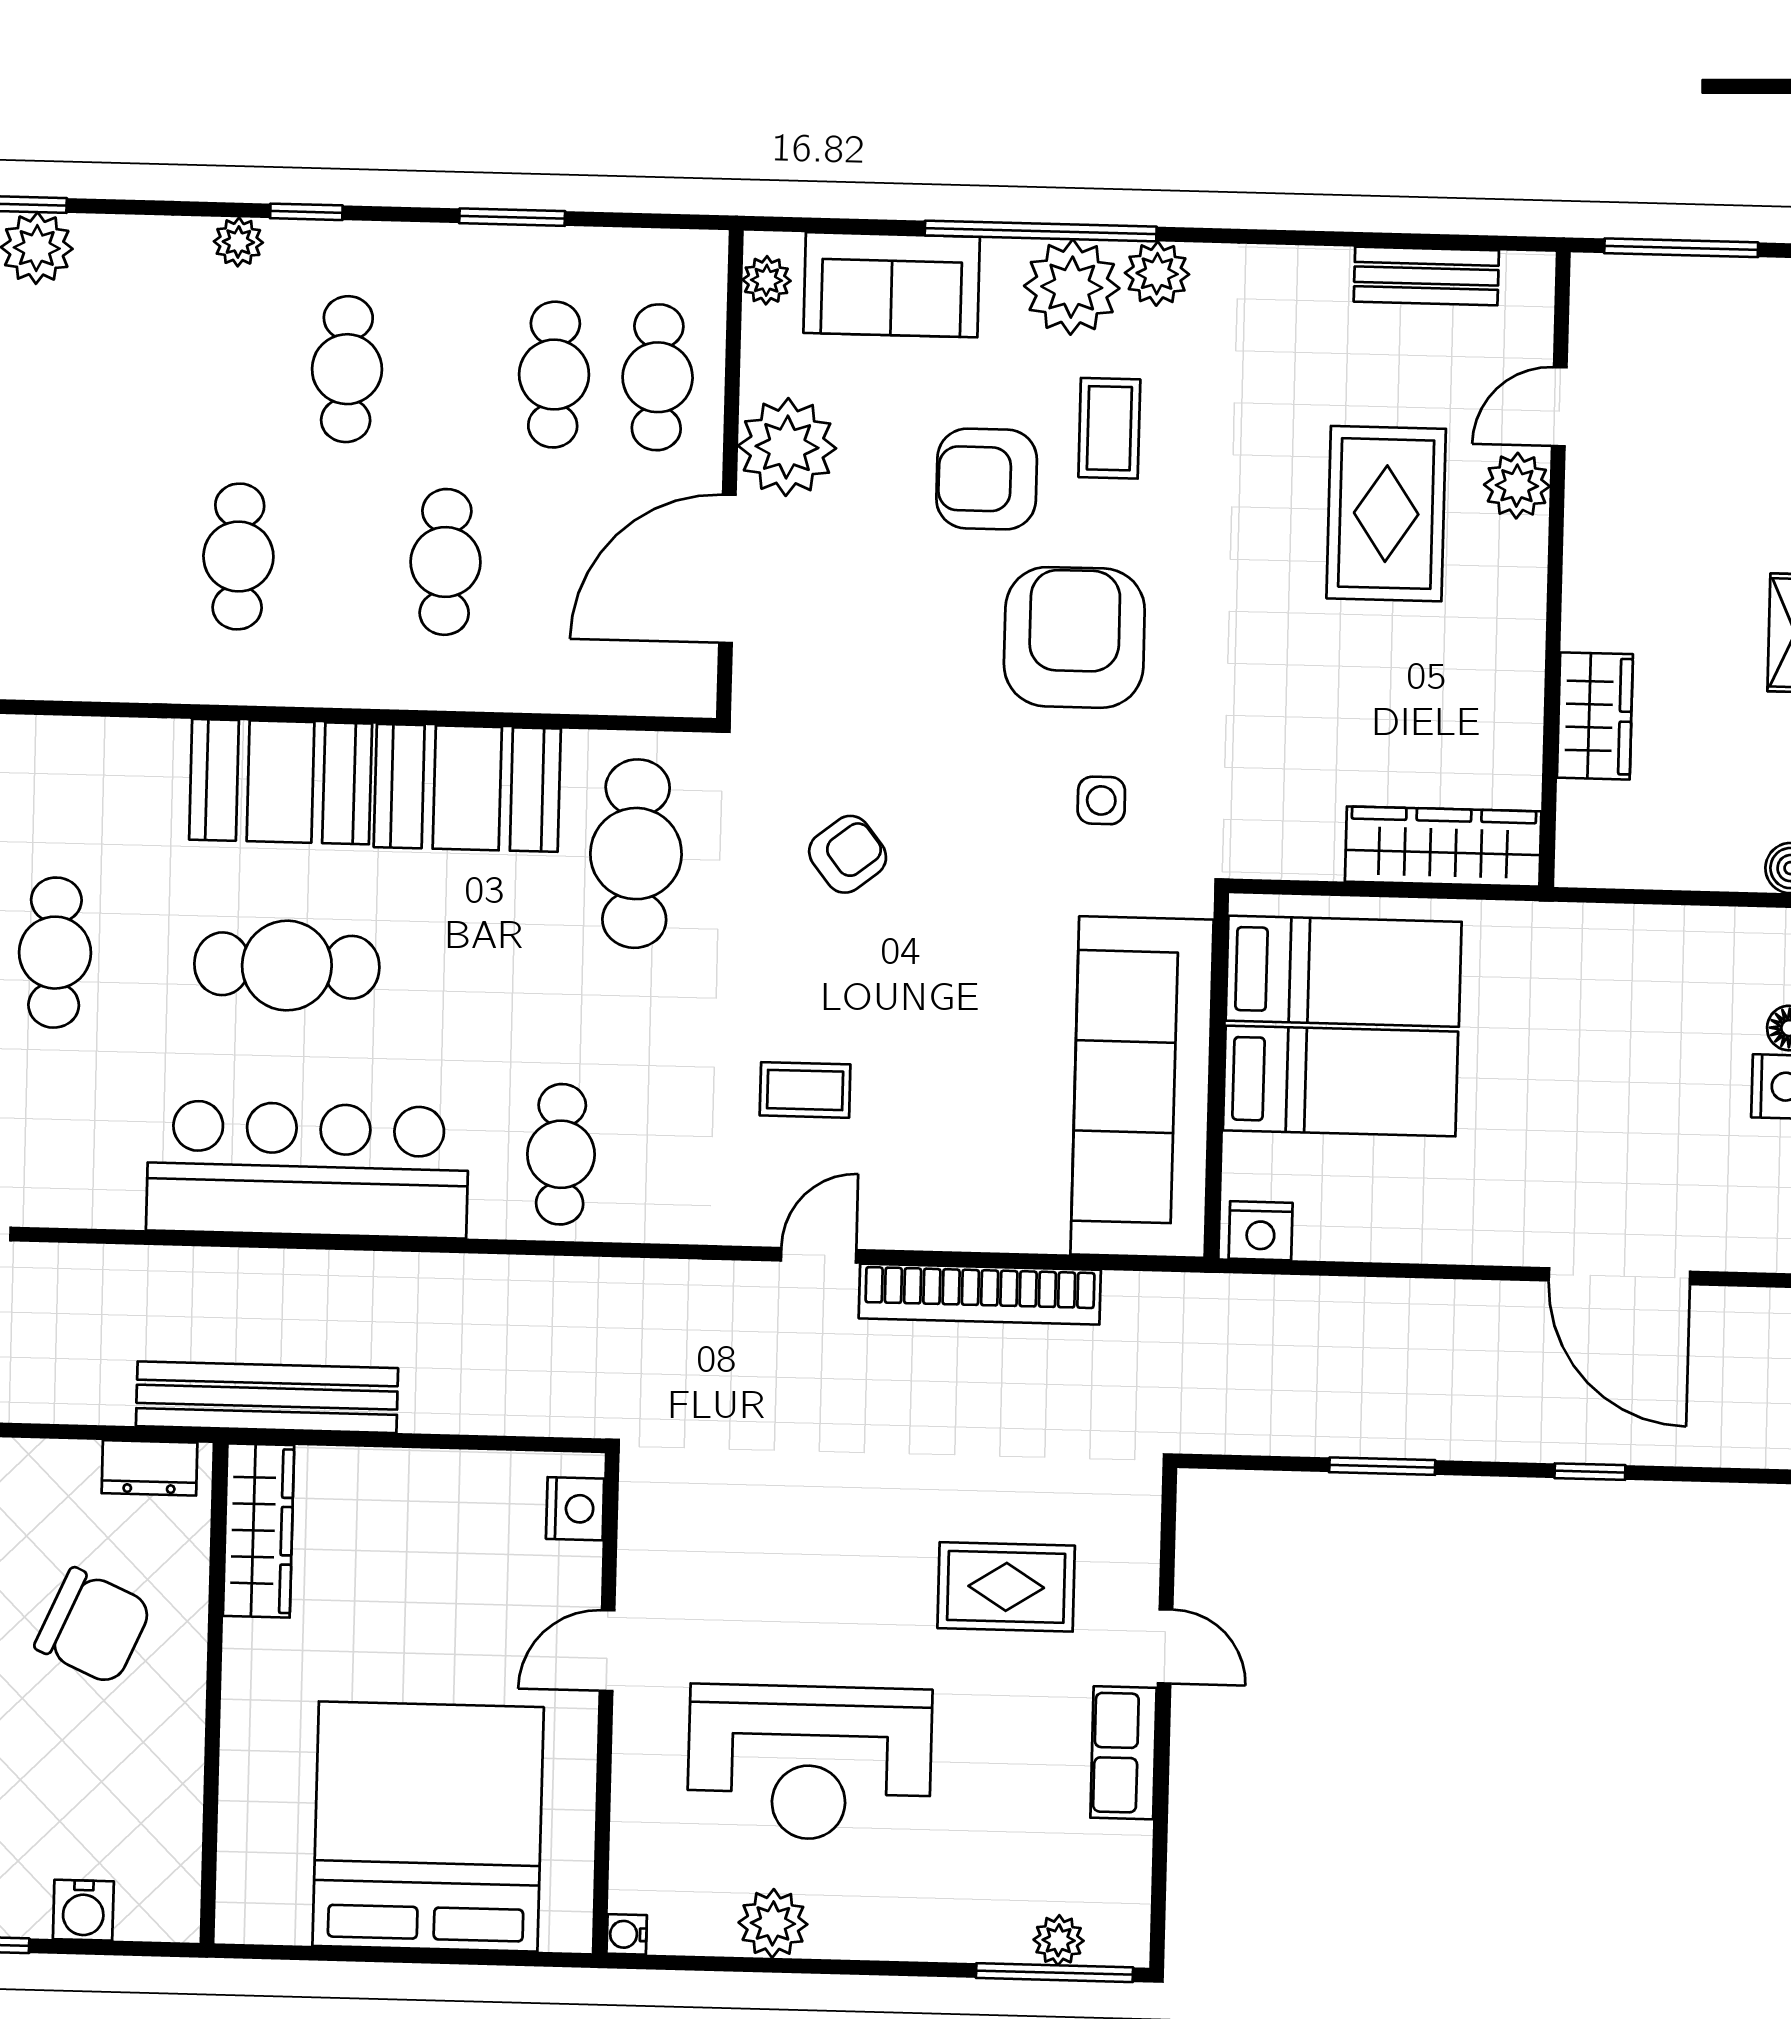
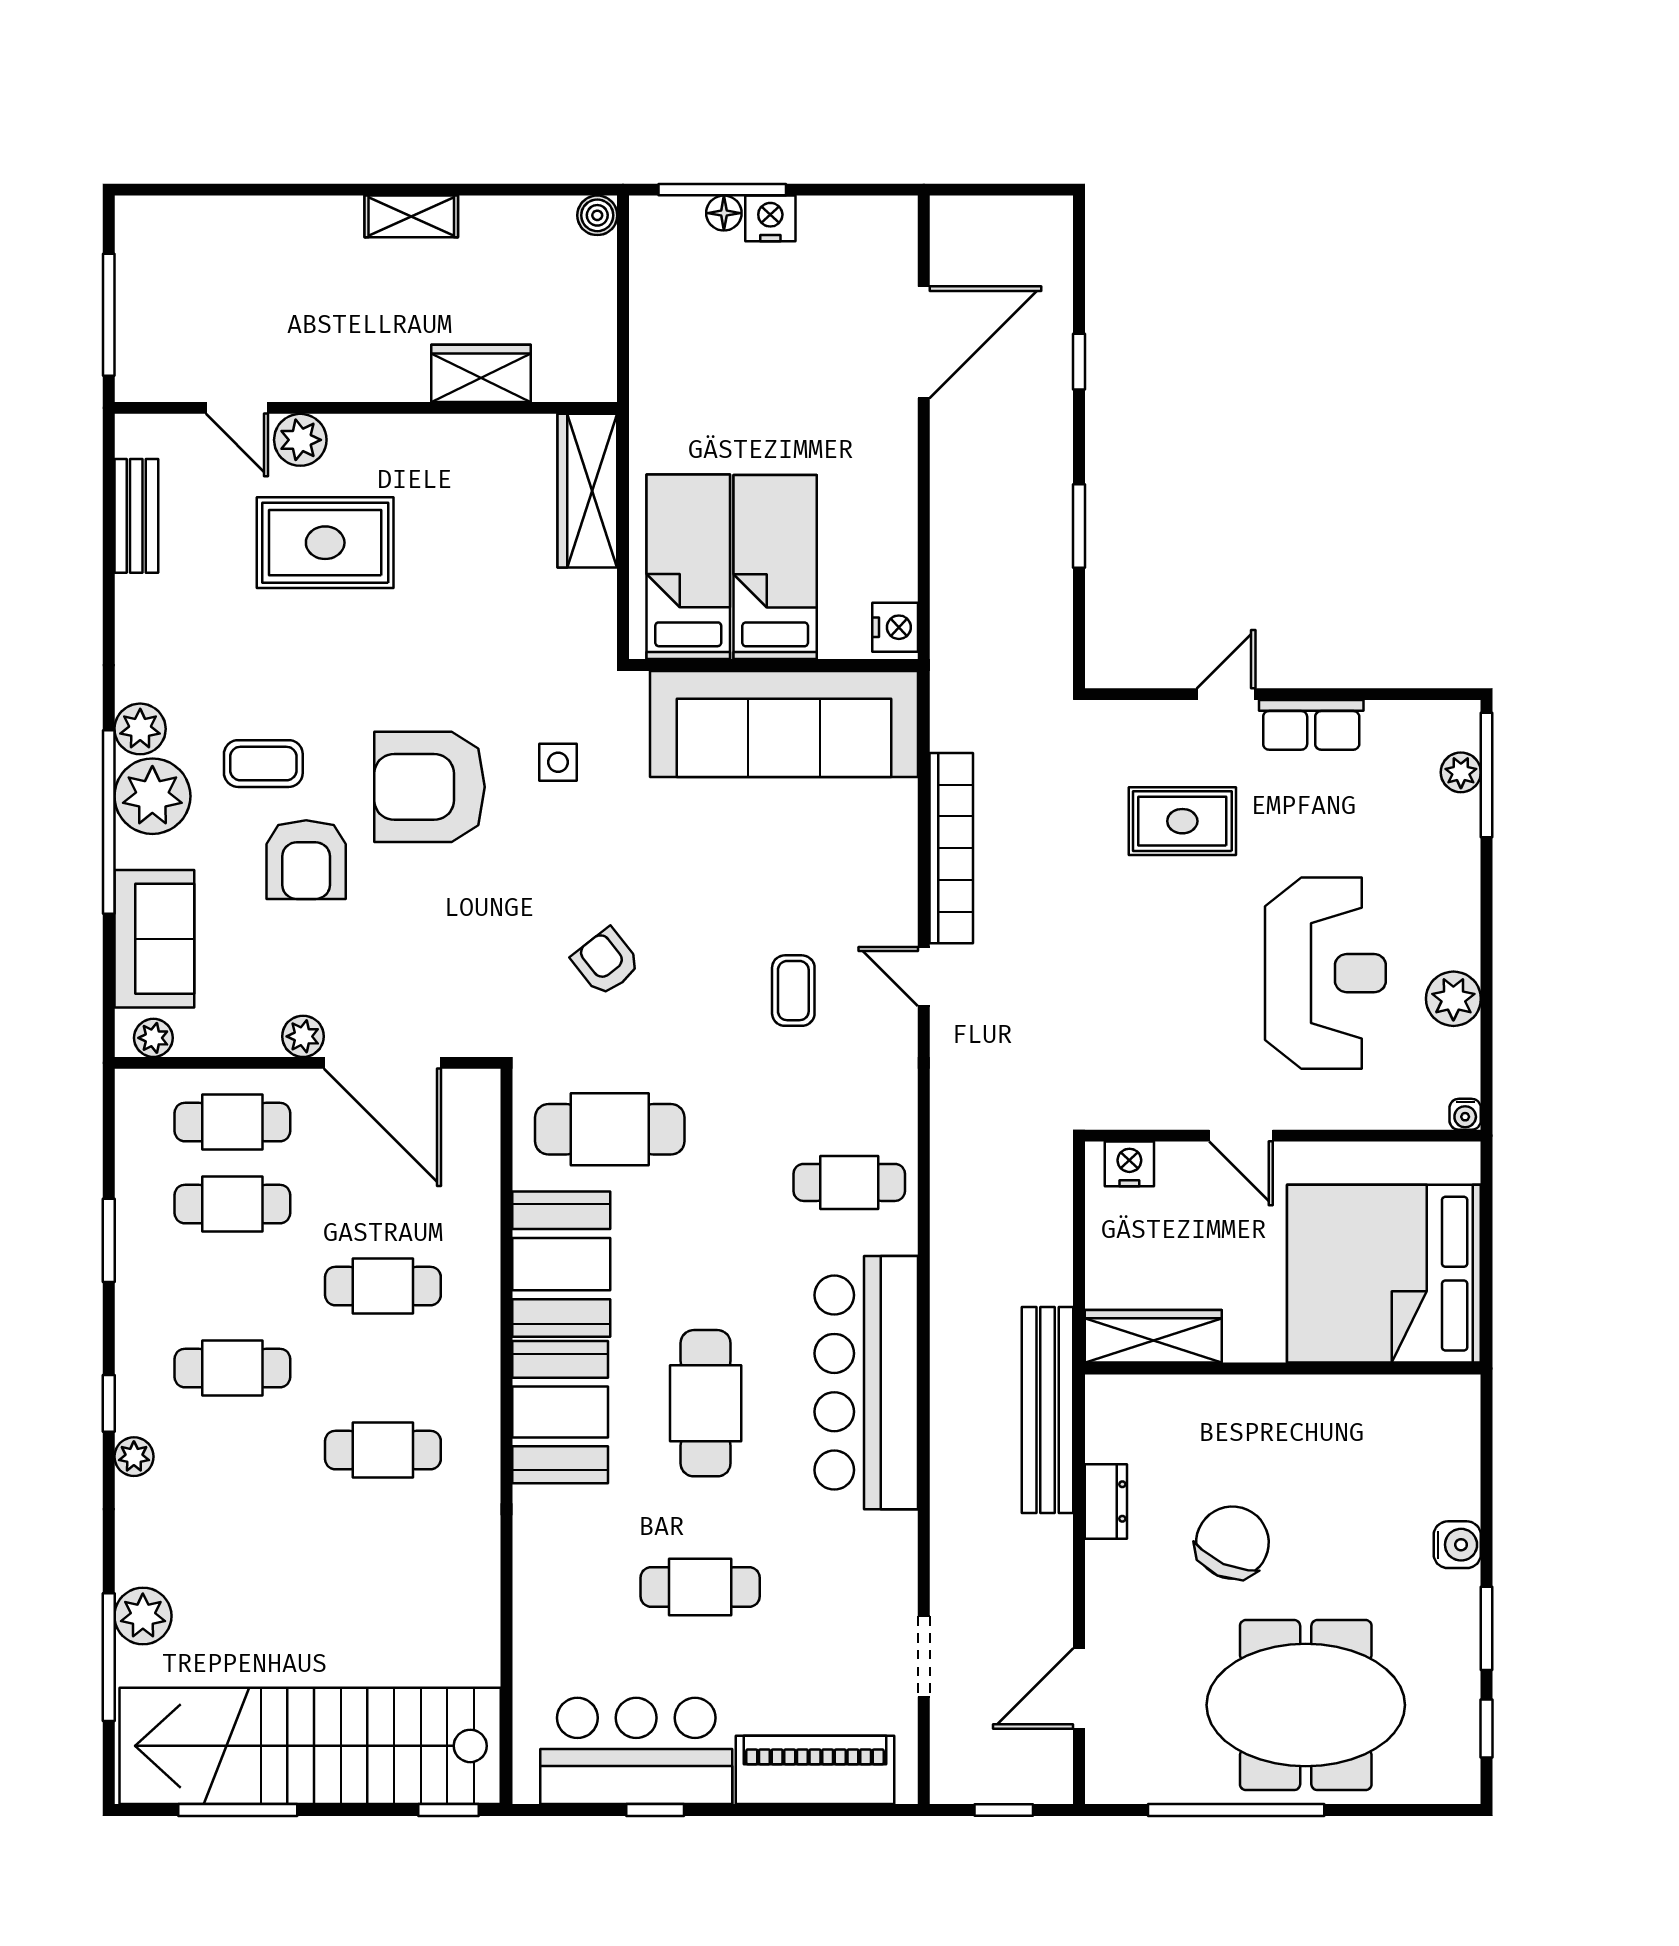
plant: (787, 447) -> (303, 1036), width x0.53, depth x0.53
wardrobe: (259, 1530) -> (1153, 1336), moved
rug: (1006, 1587) -> (1182, 821), turned 90
wall: (214, 1693) -> (1283, 1369), moved

